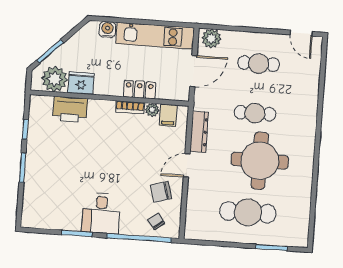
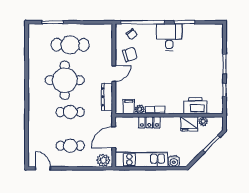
plant: (55, 79) -> (203, 121), width x0.53, depth x0.53

